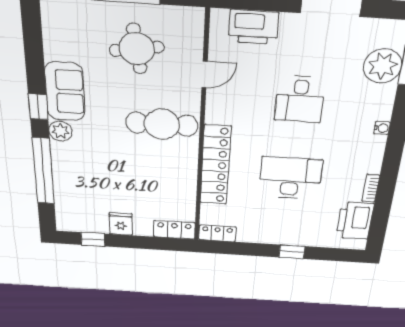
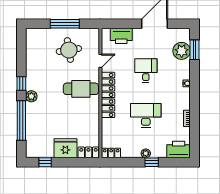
sofa: (65, 92) -> (35, 74), removed
desk: (300, 99) -> (146, 71), turned 180
locker: (216, 165) -> (108, 95), moved
printer: (355, 221) -> (179, 150), moved, turned 90
fridge: (121, 224) -> (65, 148), width x1.88, depth x1.34
plant: (283, 238) -> (146, 153), added

